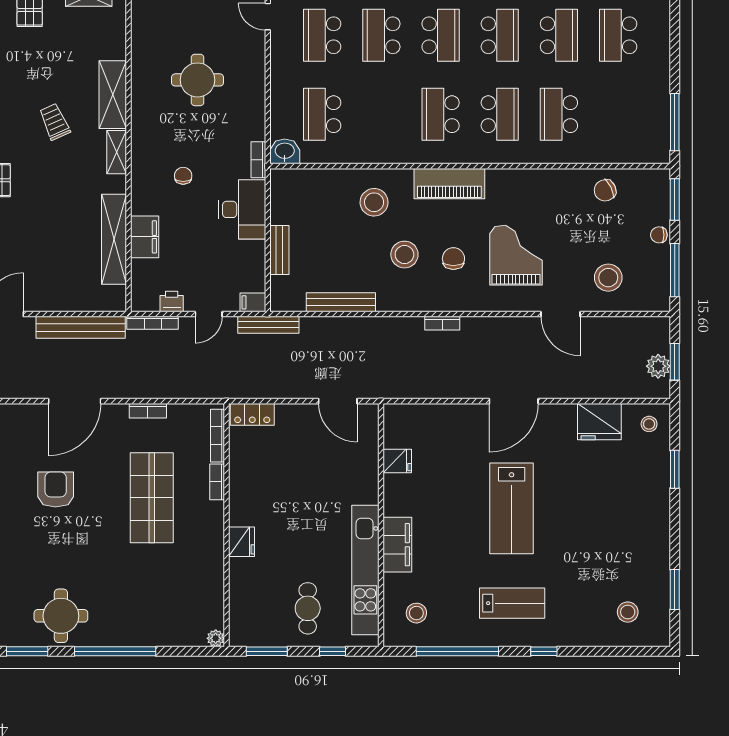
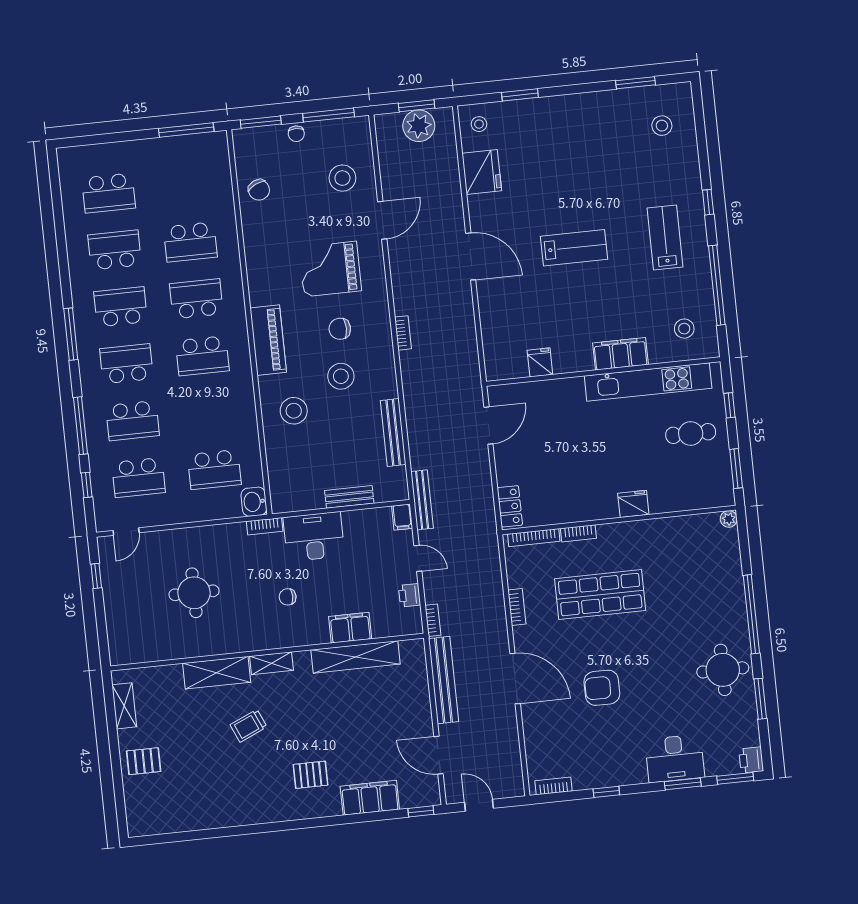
bookcase: (153, 323) -> (433, 620), width x0.64
plant: (658, 366) -> (419, 126), width x1.36, depth x1.36
lab bench: (512, 508) -> (574, 248), width x0.73, depth x0.72

